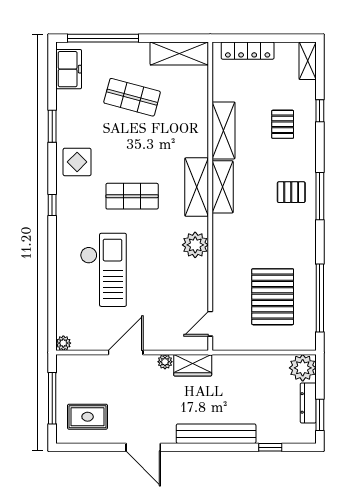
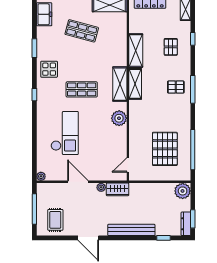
door: (126, 352) -> (78, 182), hinge flipped
dresser: (308, 403) -> (186, 224), moved
rug: (88, 417) -> (55, 220), turned 90

